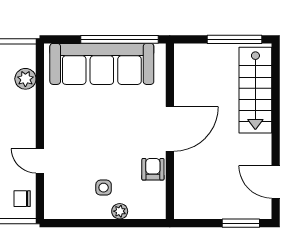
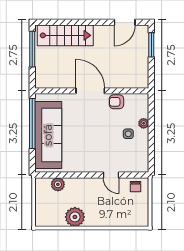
door: (40, 161) -> (111, 175), hinge flipped

